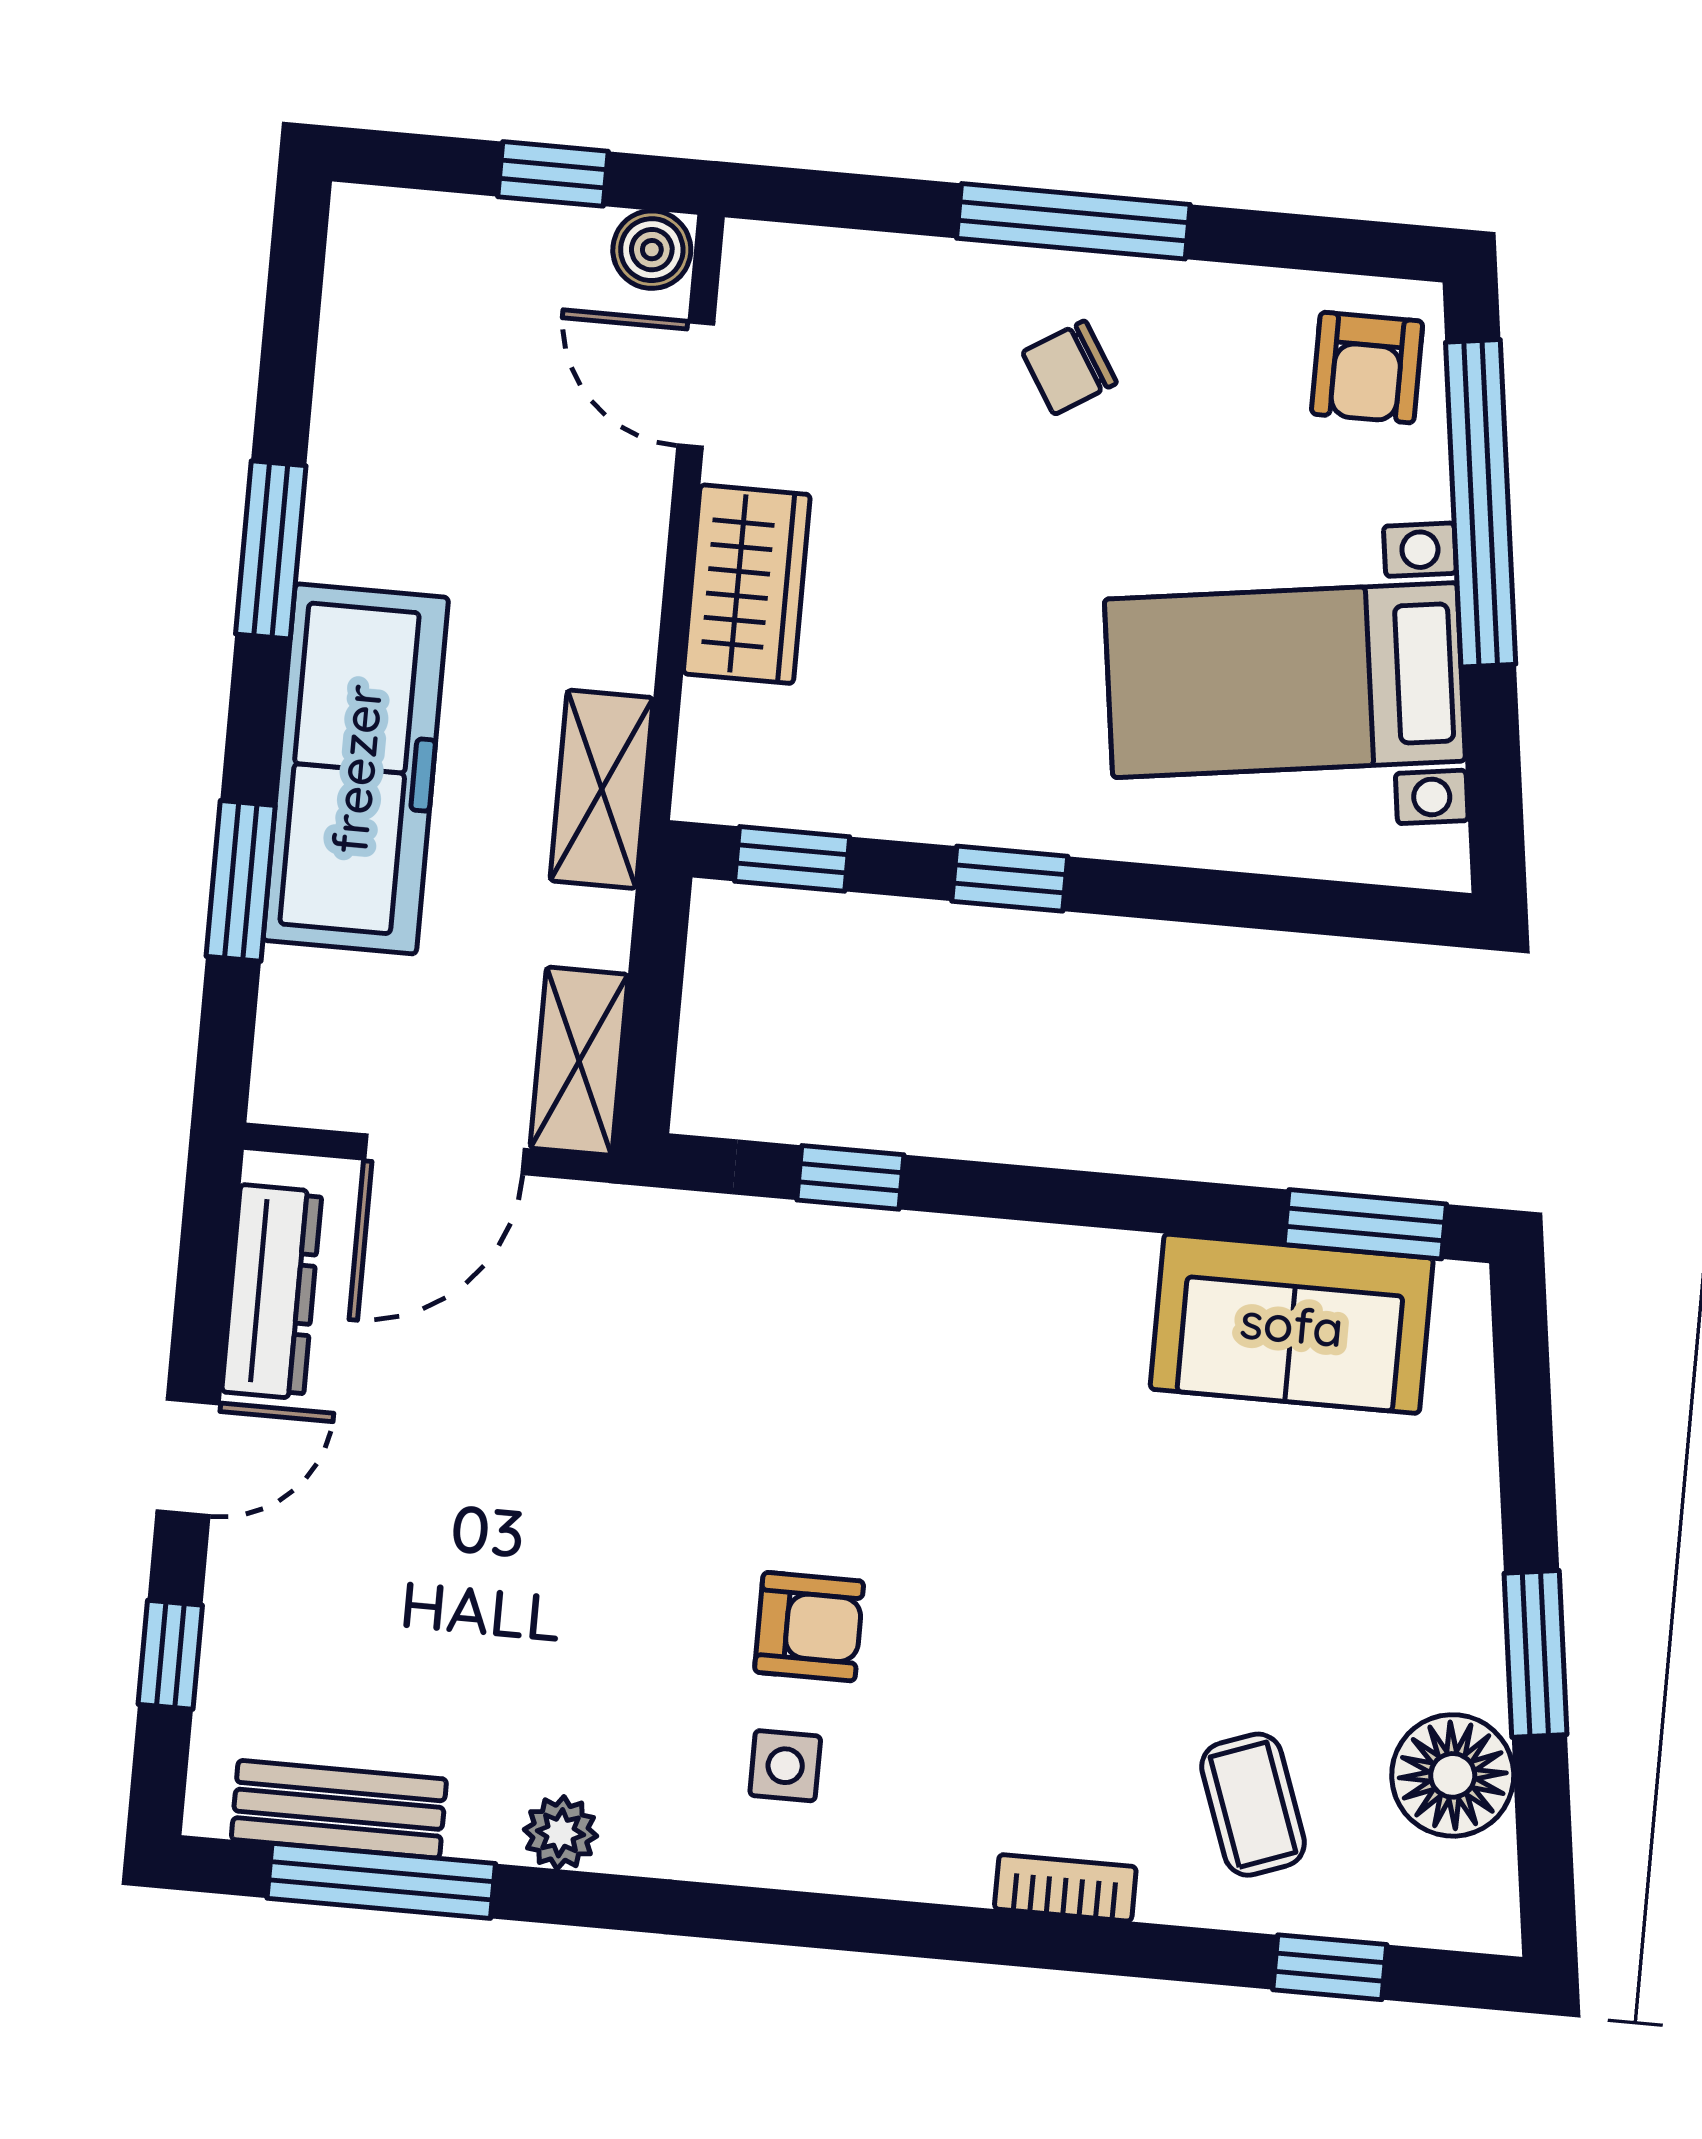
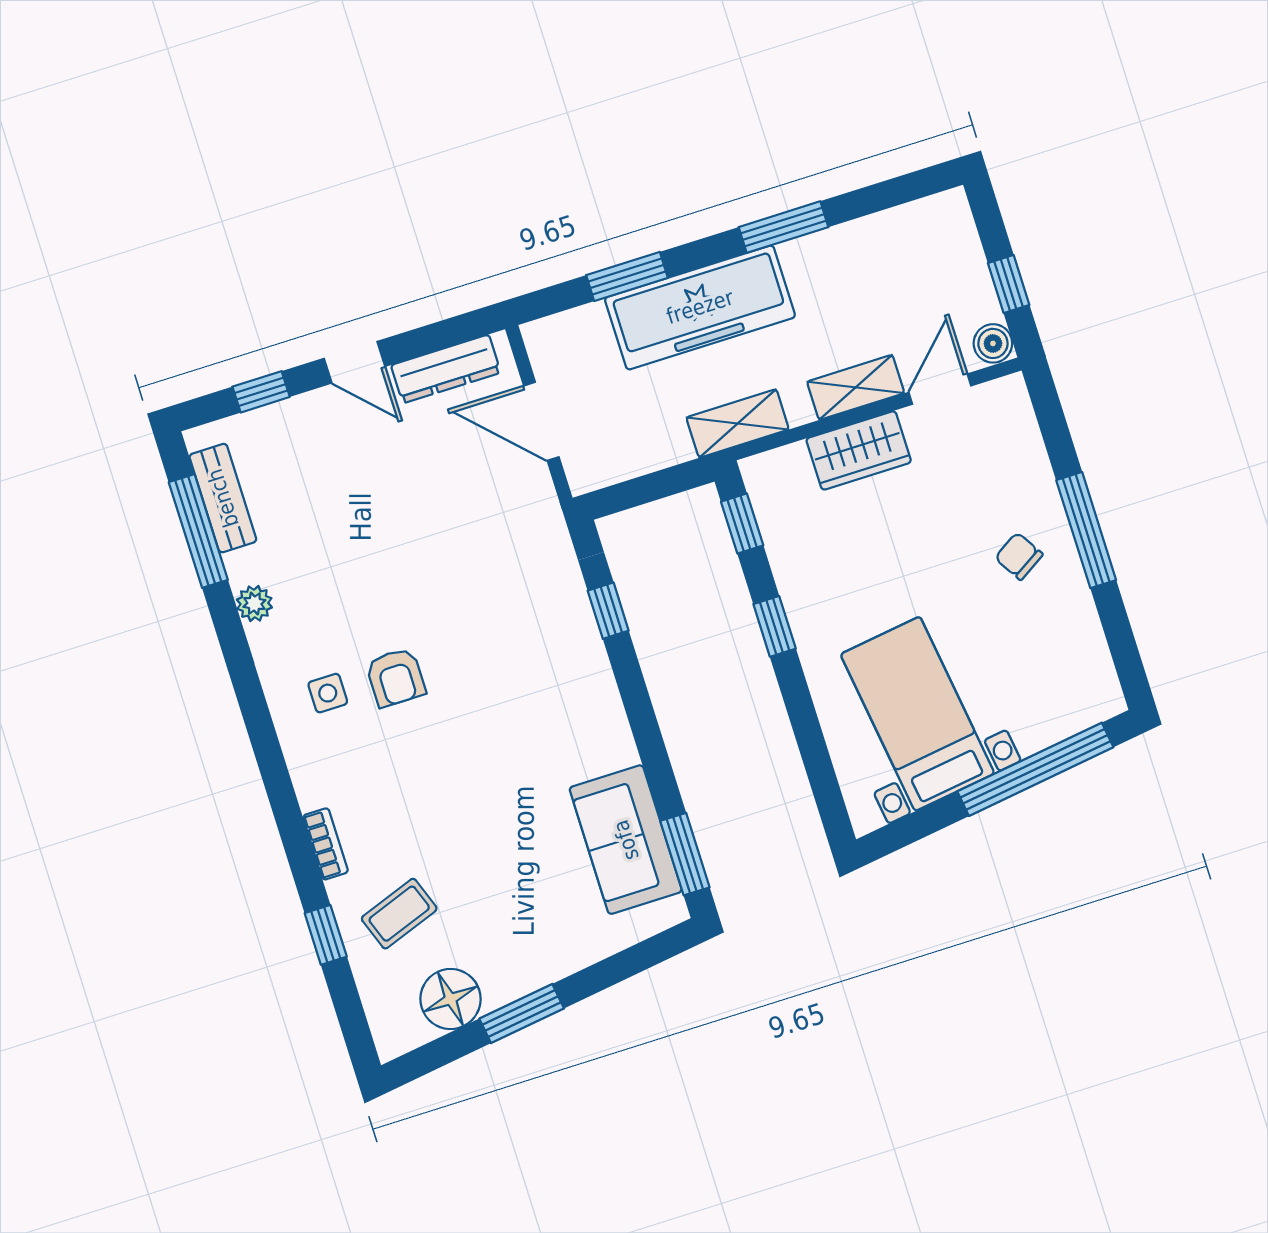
armchair: (1367, 368) -> (1076, 692), removed
shelving: (579, 1061) -> (856, 387), moved
window: (1330, 1967) -> (326, 935), moved

